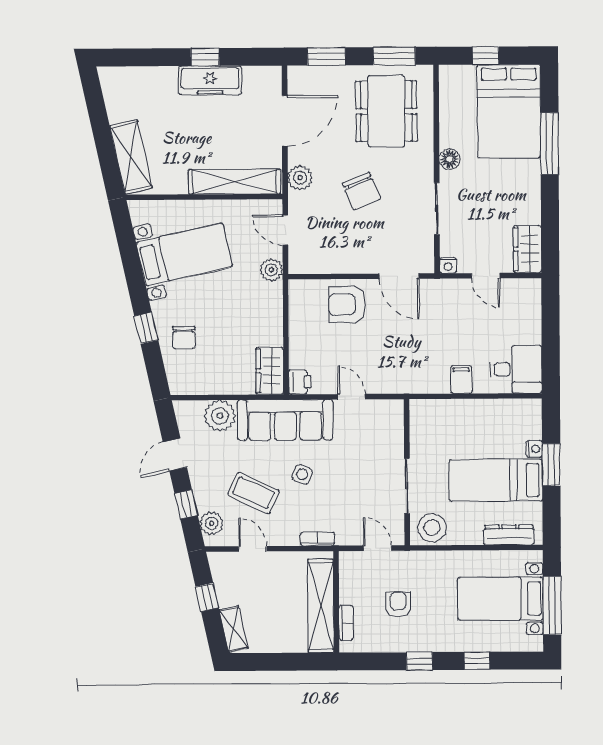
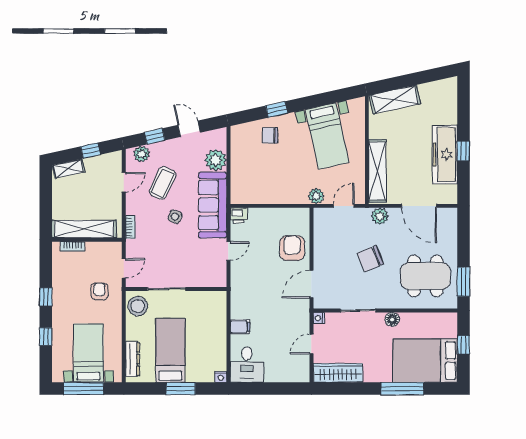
window: (326, 56) -> (463, 235), removed
freezer: (210, 80) -> (445, 155), width x1.36, depth x1.26
wardrobe: (527, 249) -> (338, 373), width x1.50
wardrobe: (270, 371) -> (247, 194), removed
nightstand: (534, 449) -> (221, 377), moved
armchair: (398, 604) -> (99, 291), moved, turned -90

